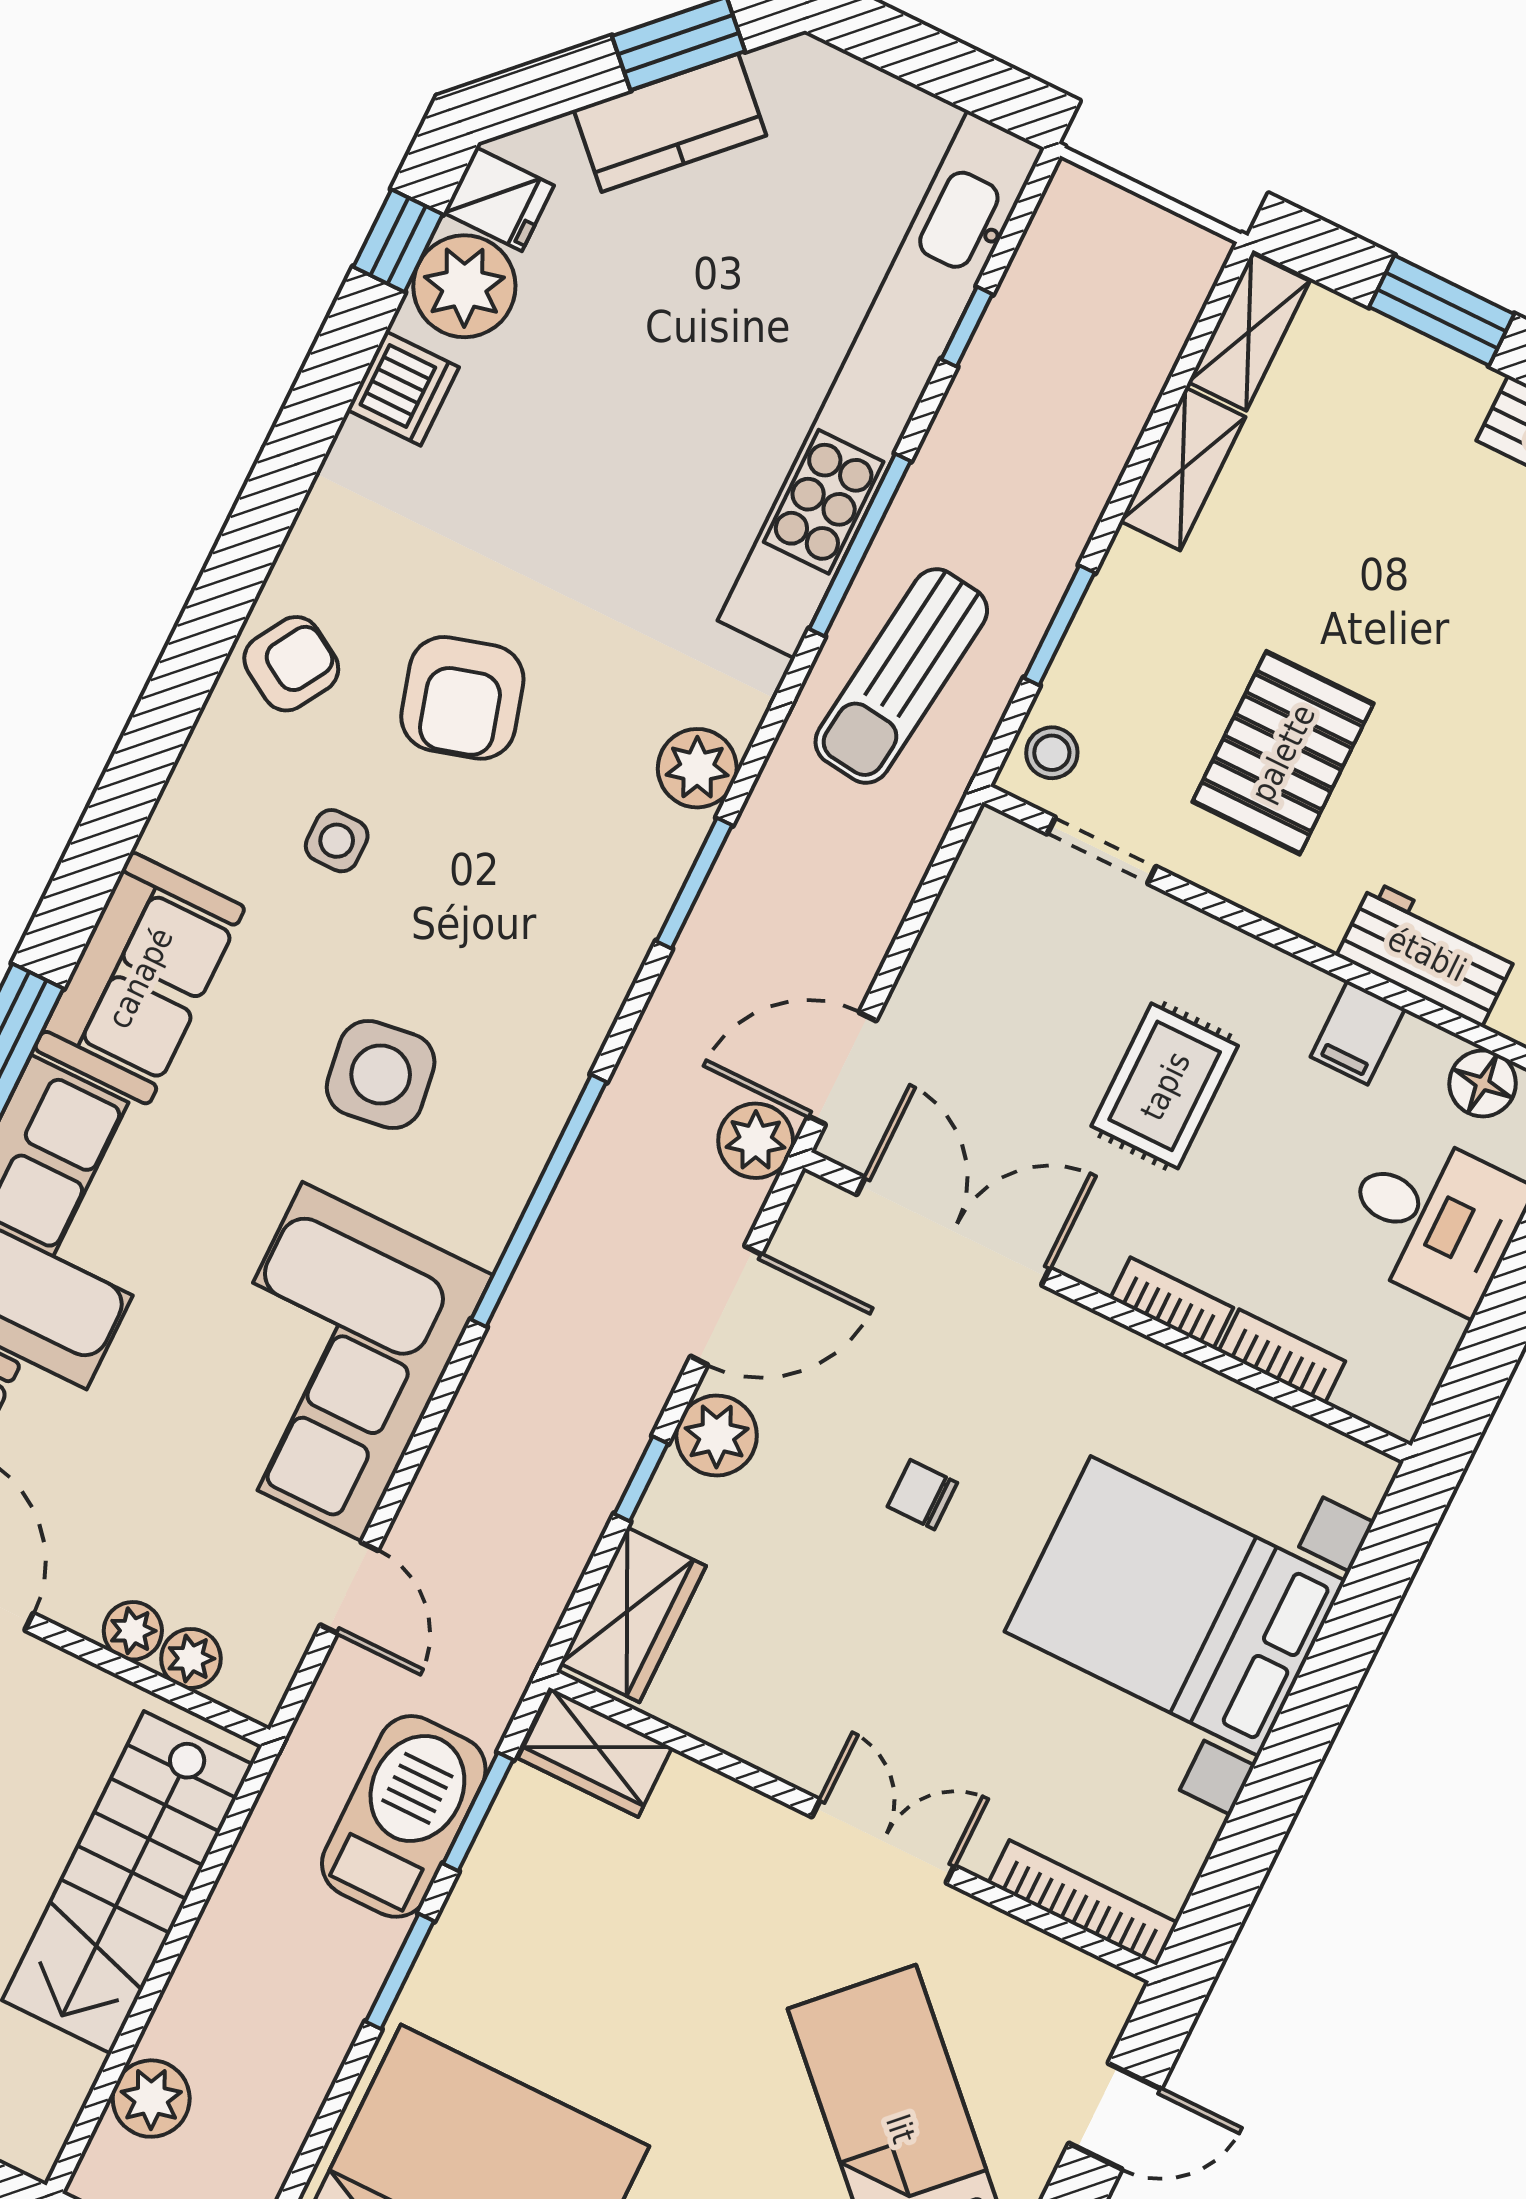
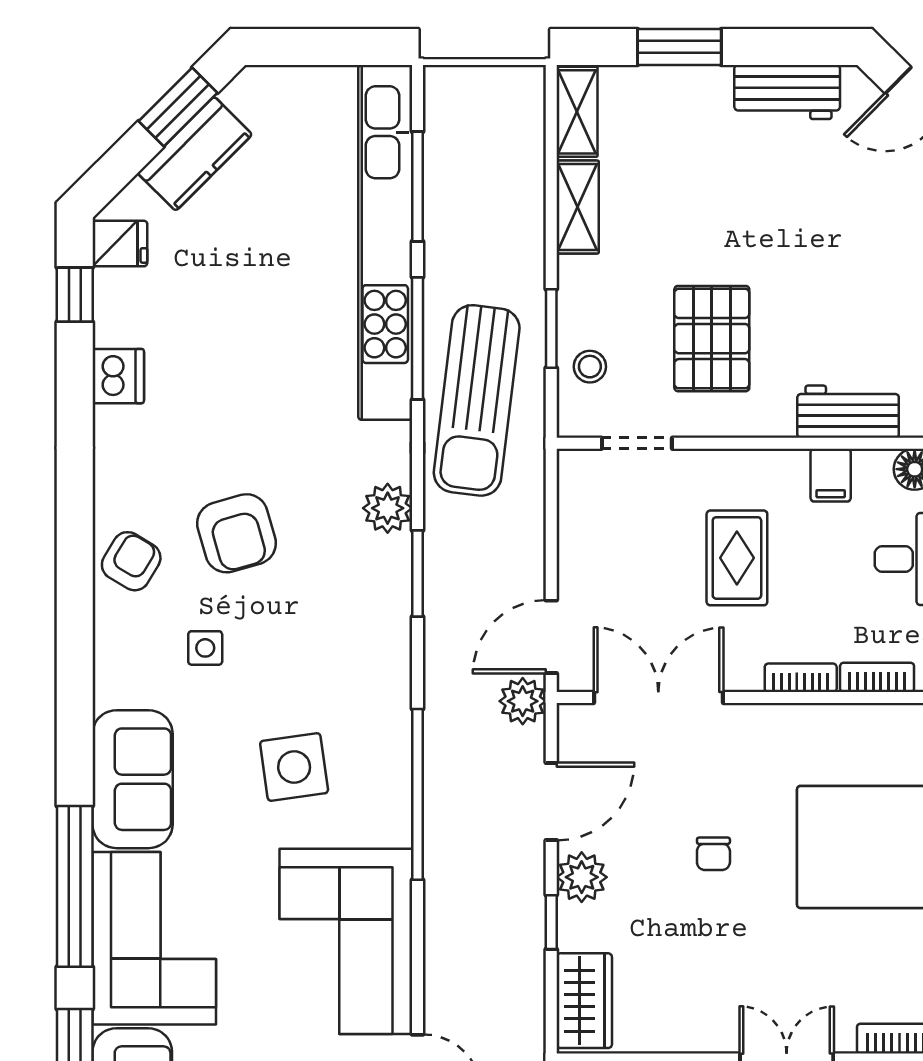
plant: (464, 286) -> (124, 302), removed
window: (967, 327) -> (417, 187), width x2.17
sun lounger: (901, 676) -> (477, 400), width x1.36, depth x1.34
stool: (1052, 753) -> (590, 367), moved
chair: (922, 1495) -> (713, 854), turned -90

